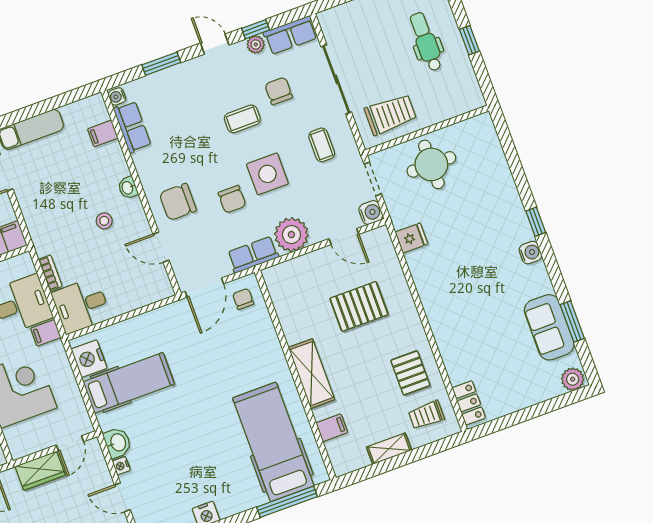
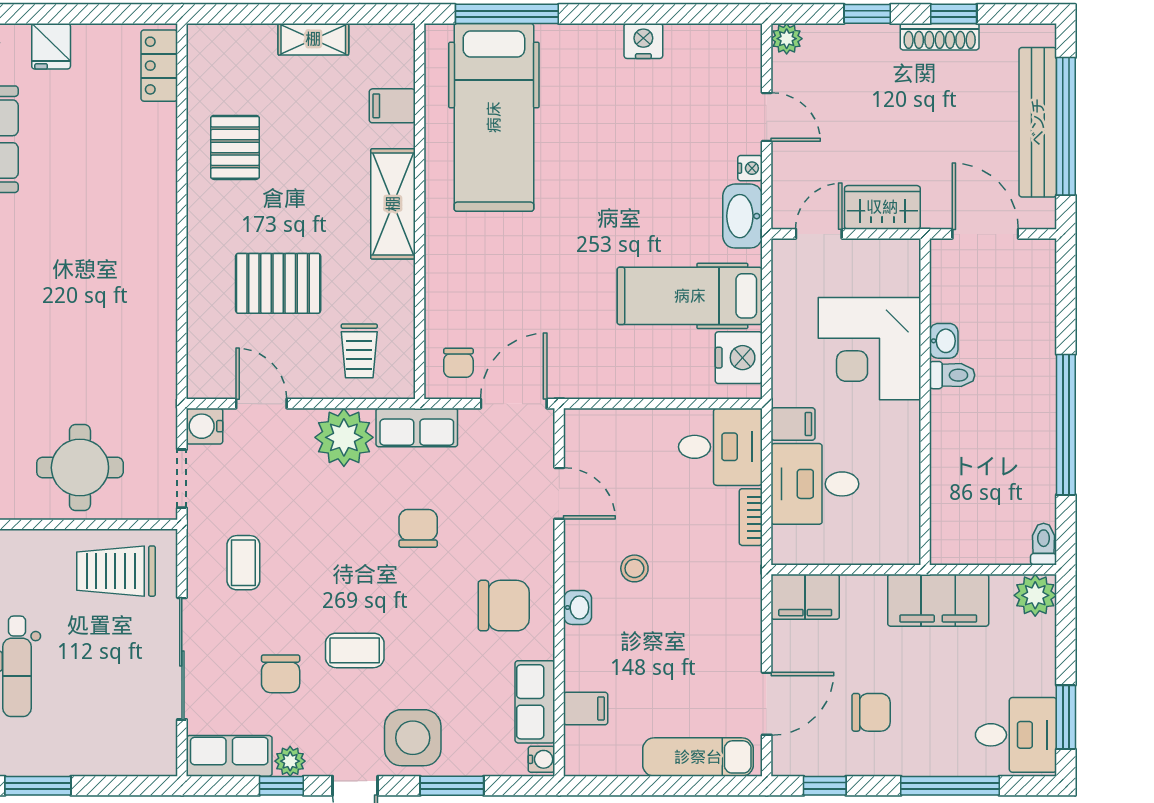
side table: (267, 174) -> (413, 738), moved
chair: (178, 202) -> (504, 606), moved
fridge: (412, 238) -> (51, 46), moved, turned -90
trolley: (426, 415) -> (359, 351), moved, turned 90
washbasin: (118, 443) -> (743, 216), width x1.38

